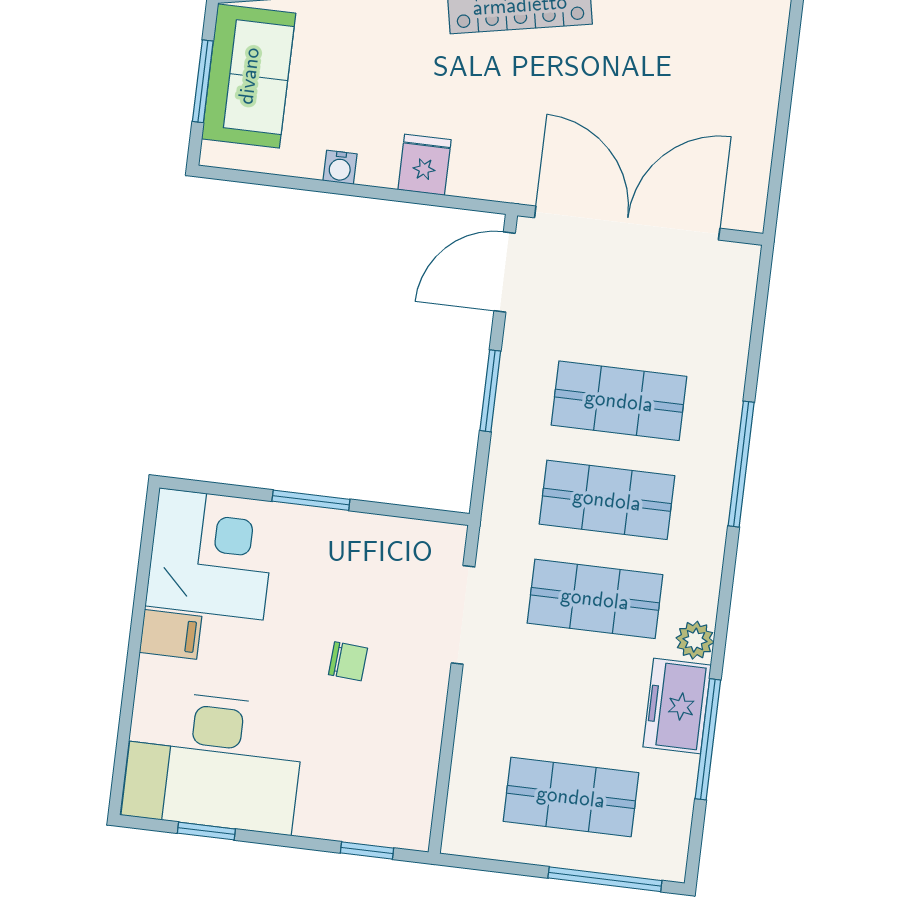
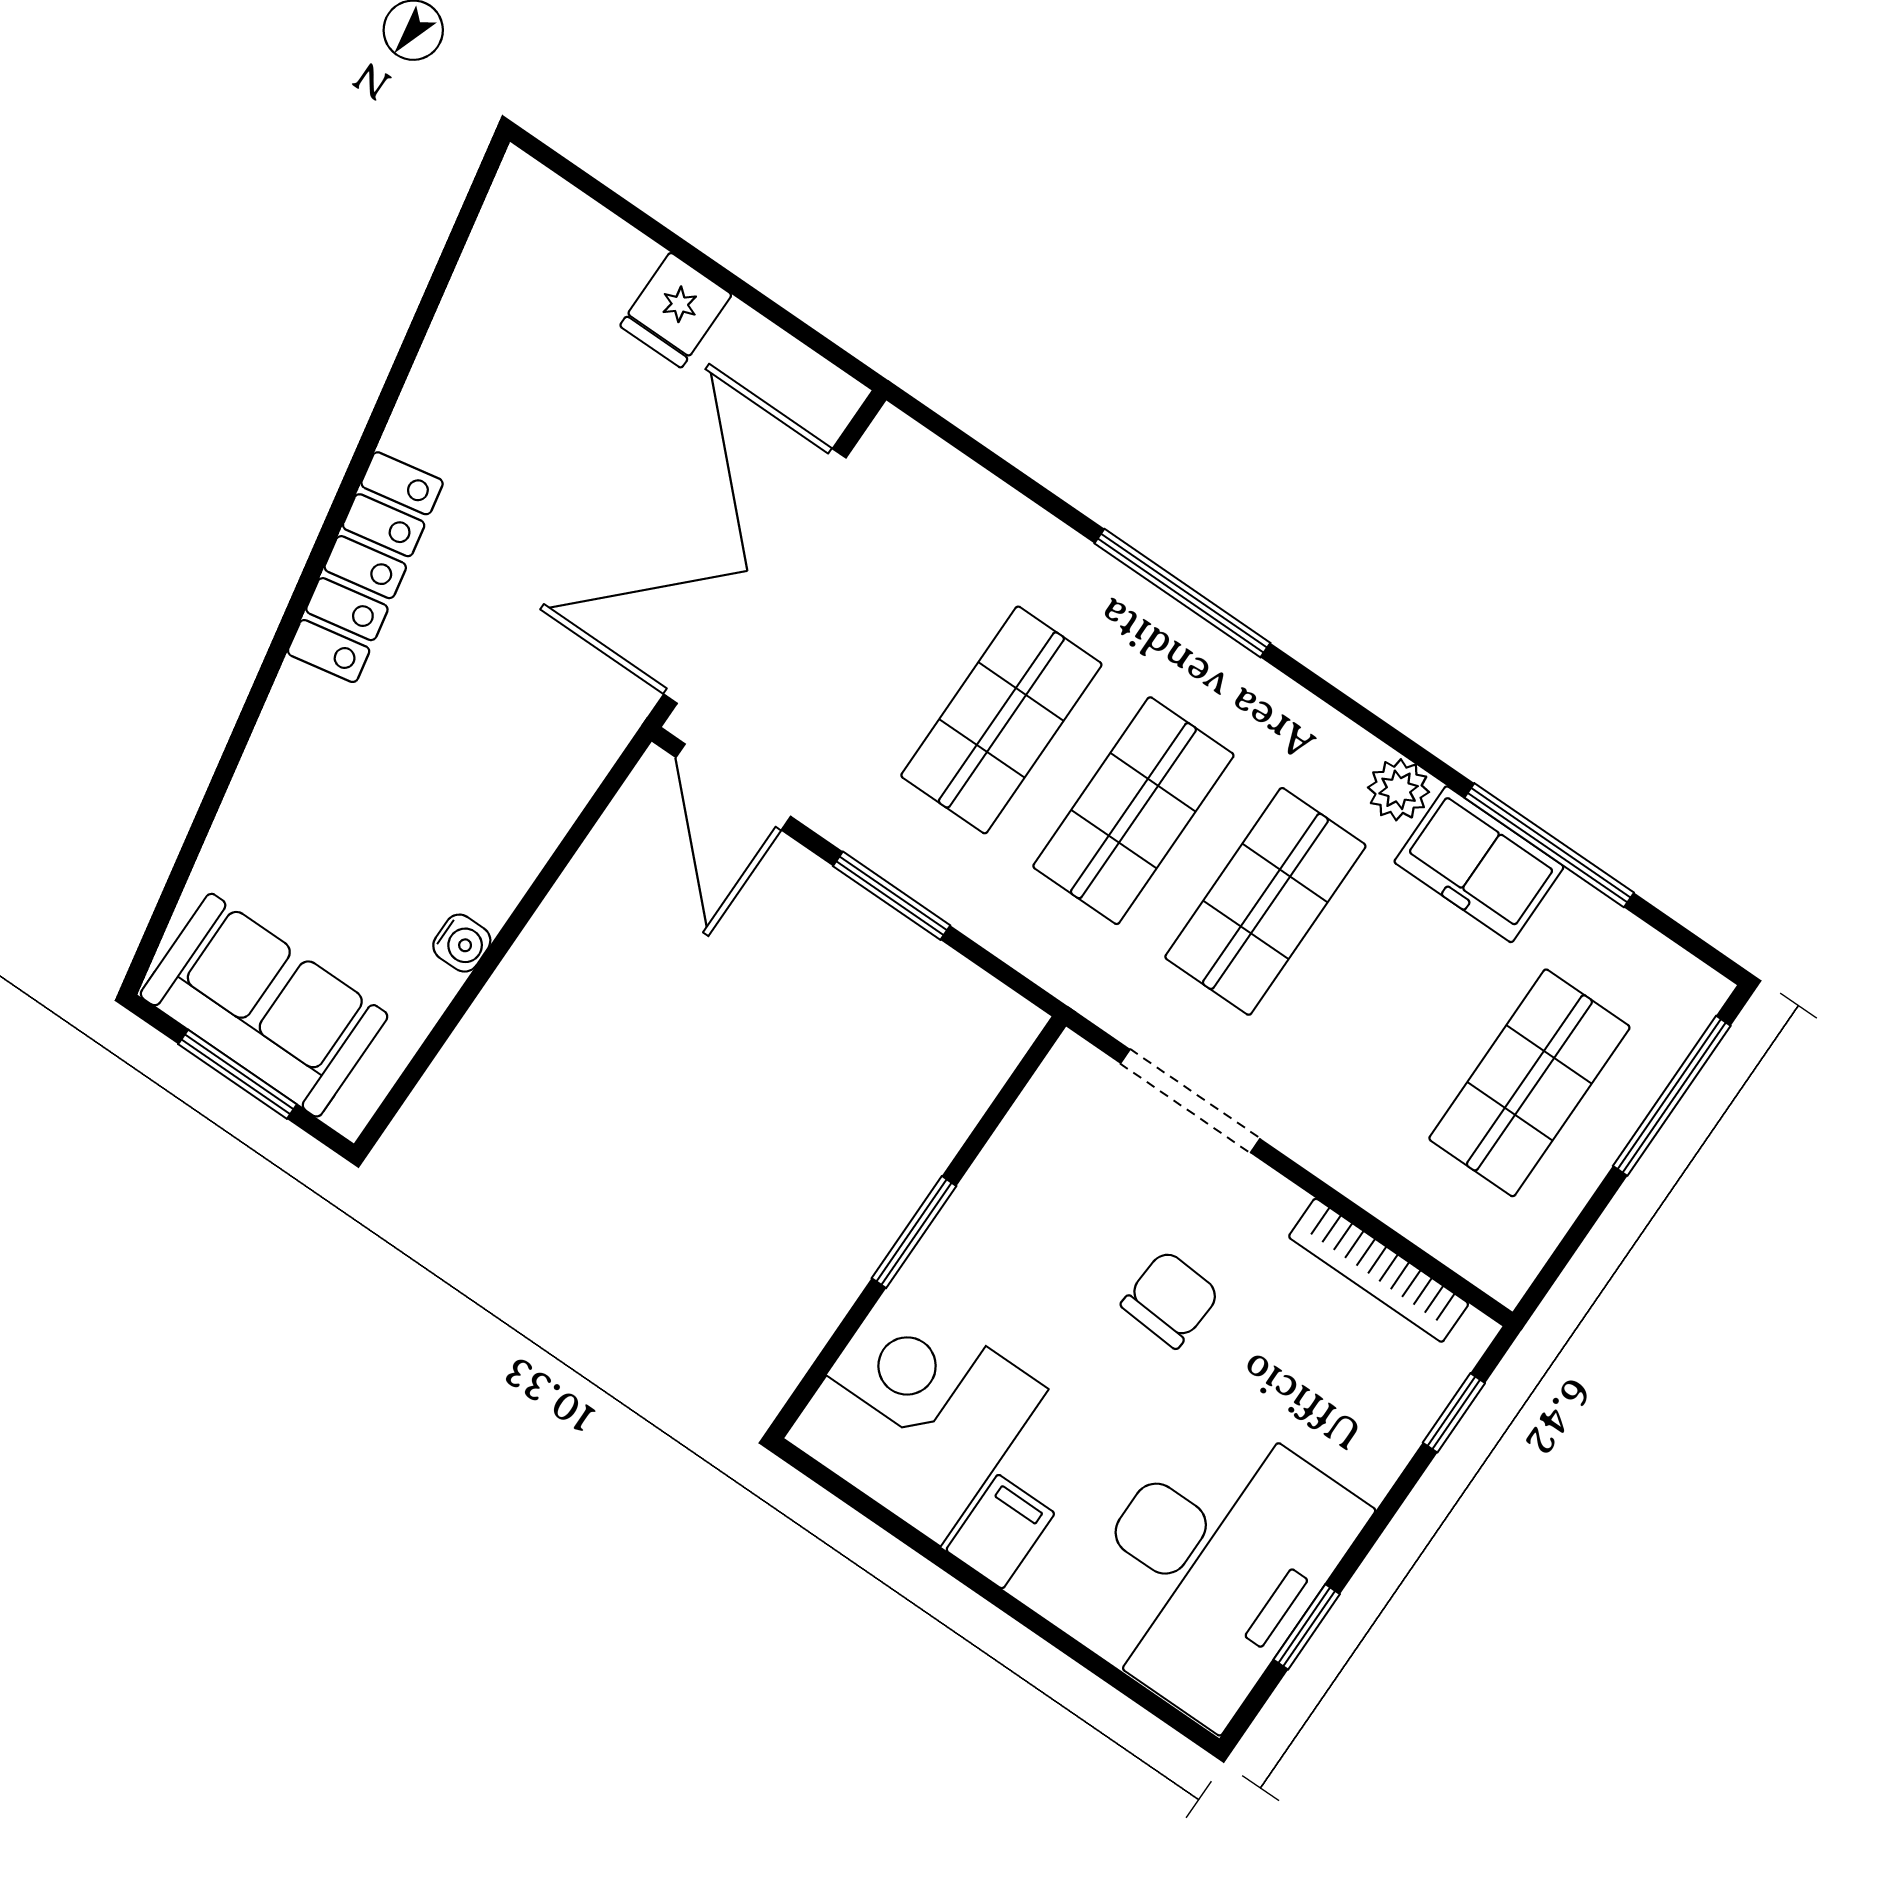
fridge: (425, 165) -> (676, 310), moved, turned -90
chair: (348, 661) -> (1170, 1299), width x1.37, depth x1.37
bookcase: (424, 768) -> (1379, 1270), added

